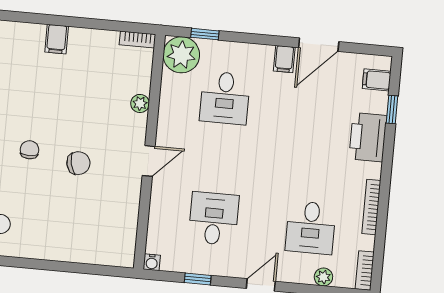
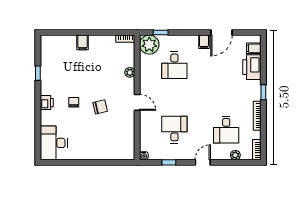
window: (392, 110) -> (263, 92), moved
printer: (368, 137) -> (252, 67), moved
door: (149, 161) -> (137, 102), hinge flipped

